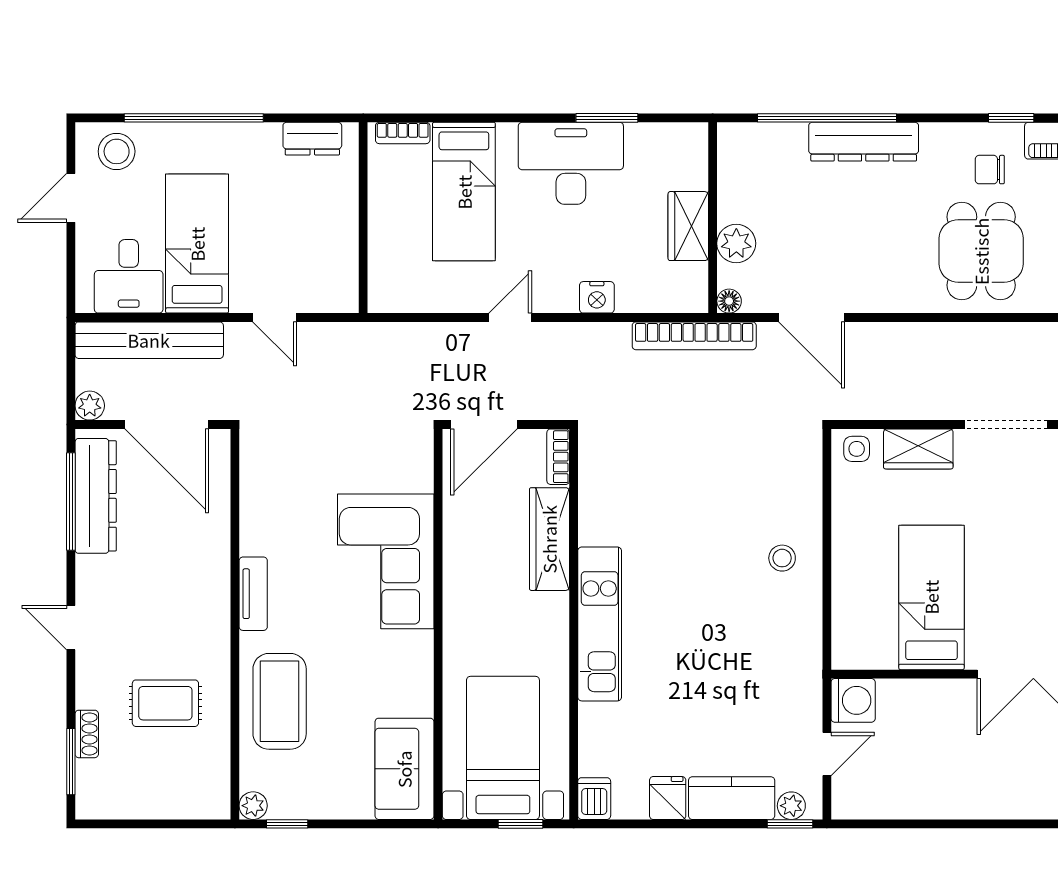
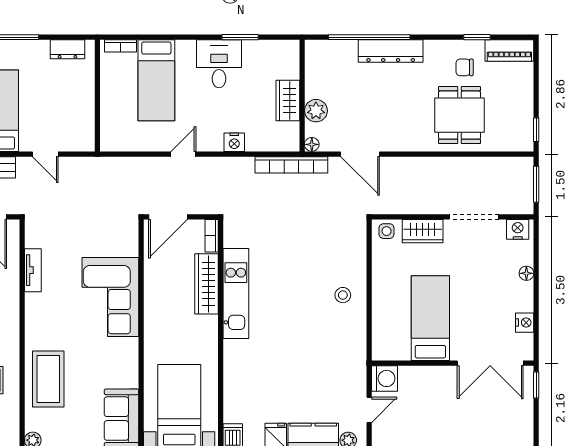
desk: (571, 163) -> (219, 64), width x0.73
tv unit: (253, 594) -> (33, 270), moved
kitchen unit: (600, 624) -> (236, 293), moved

